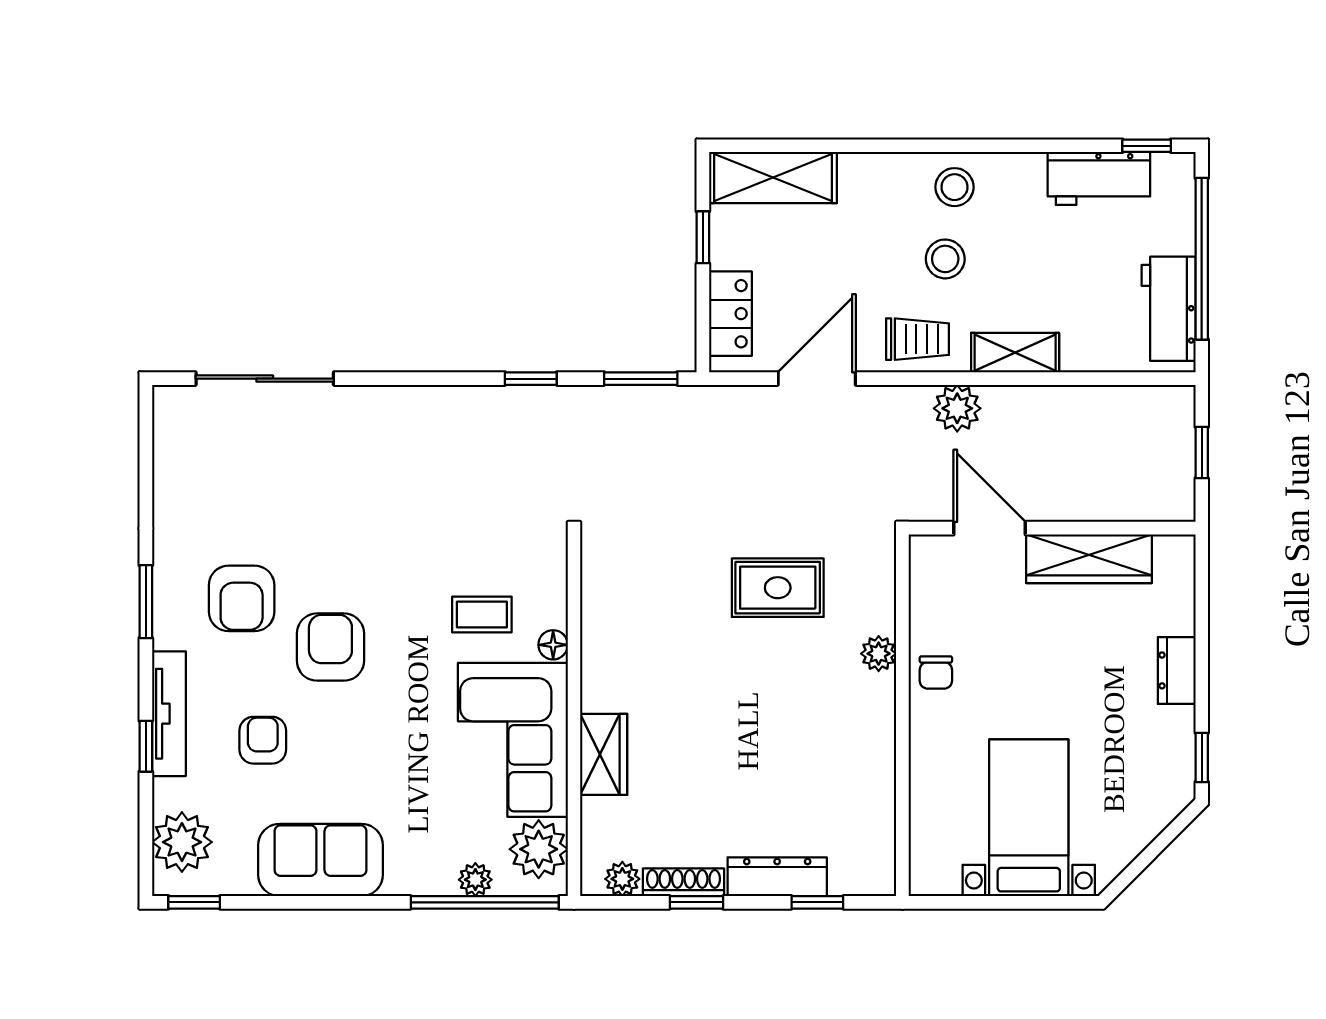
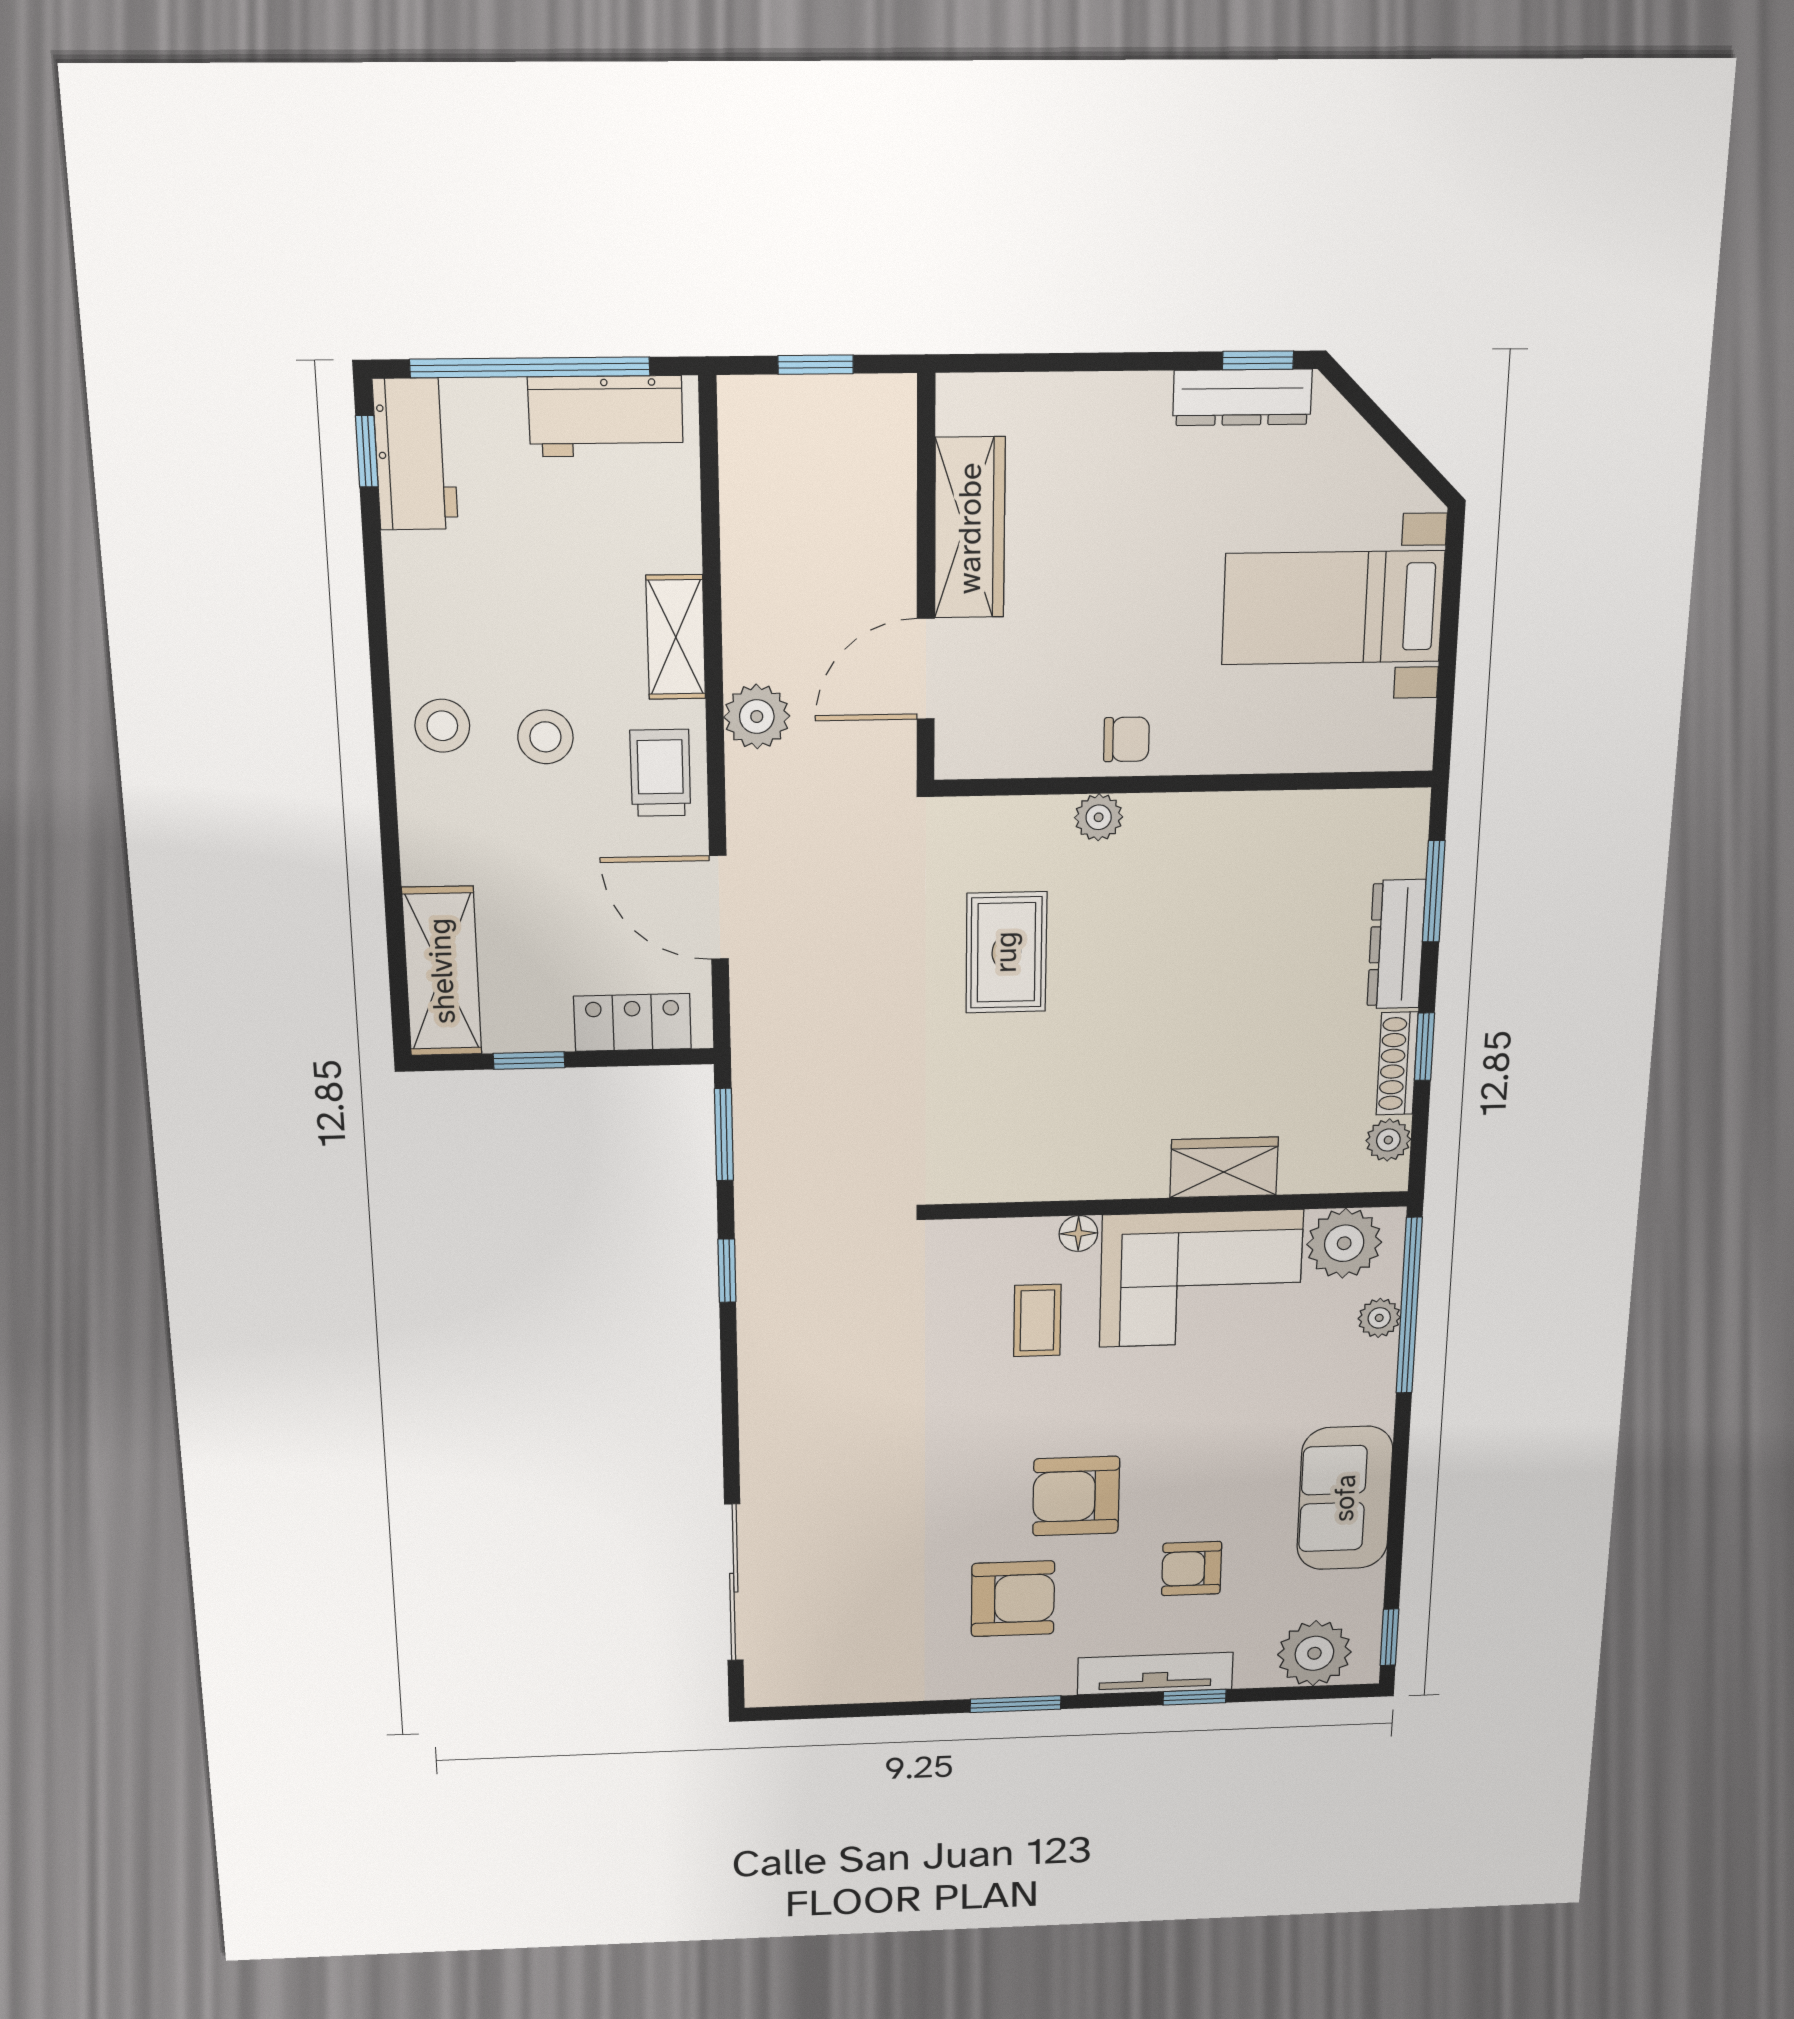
workbench: (1099, 178) -> (415, 454), moved
dresser: (1177, 670) -> (1242, 397), moved, width x1.44
window: (817, 902) -> (1434, 891), width x1.50

